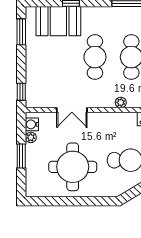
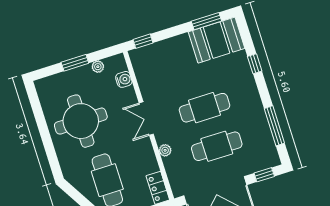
booth: (58, 21) -> (216, 40), moved, turned 90
double door: (72, 110) -> (146, 119), moved
water cooler: (32, 124) -> (124, 79), moved, turned 90

